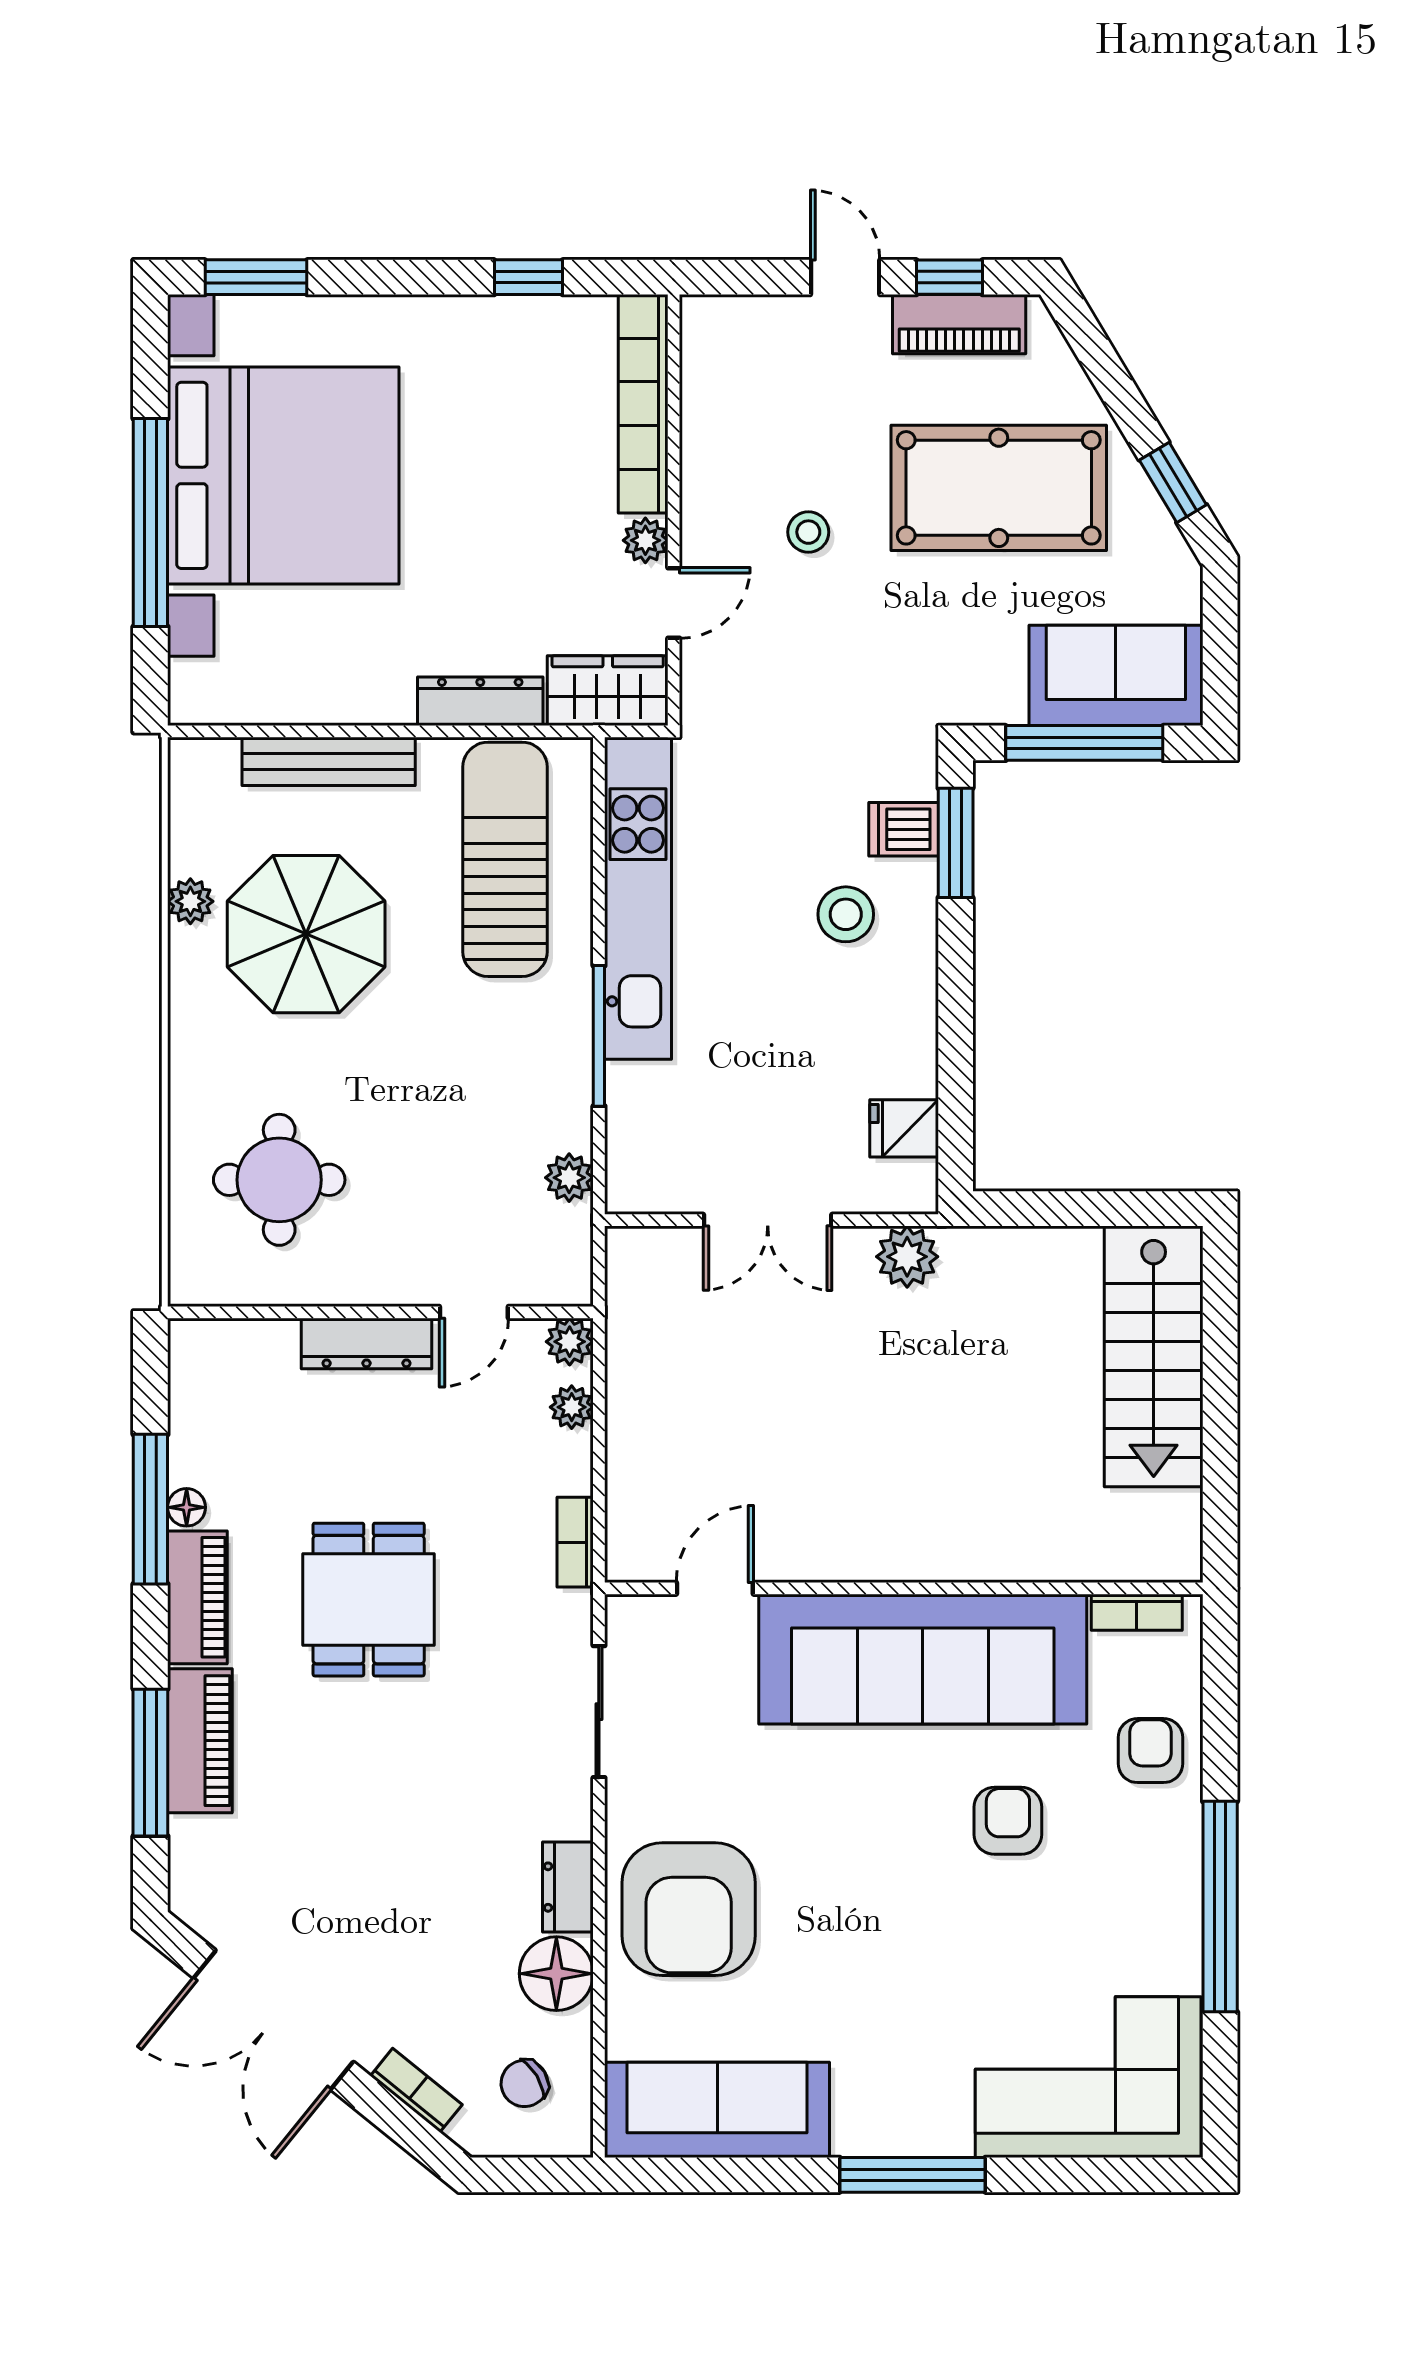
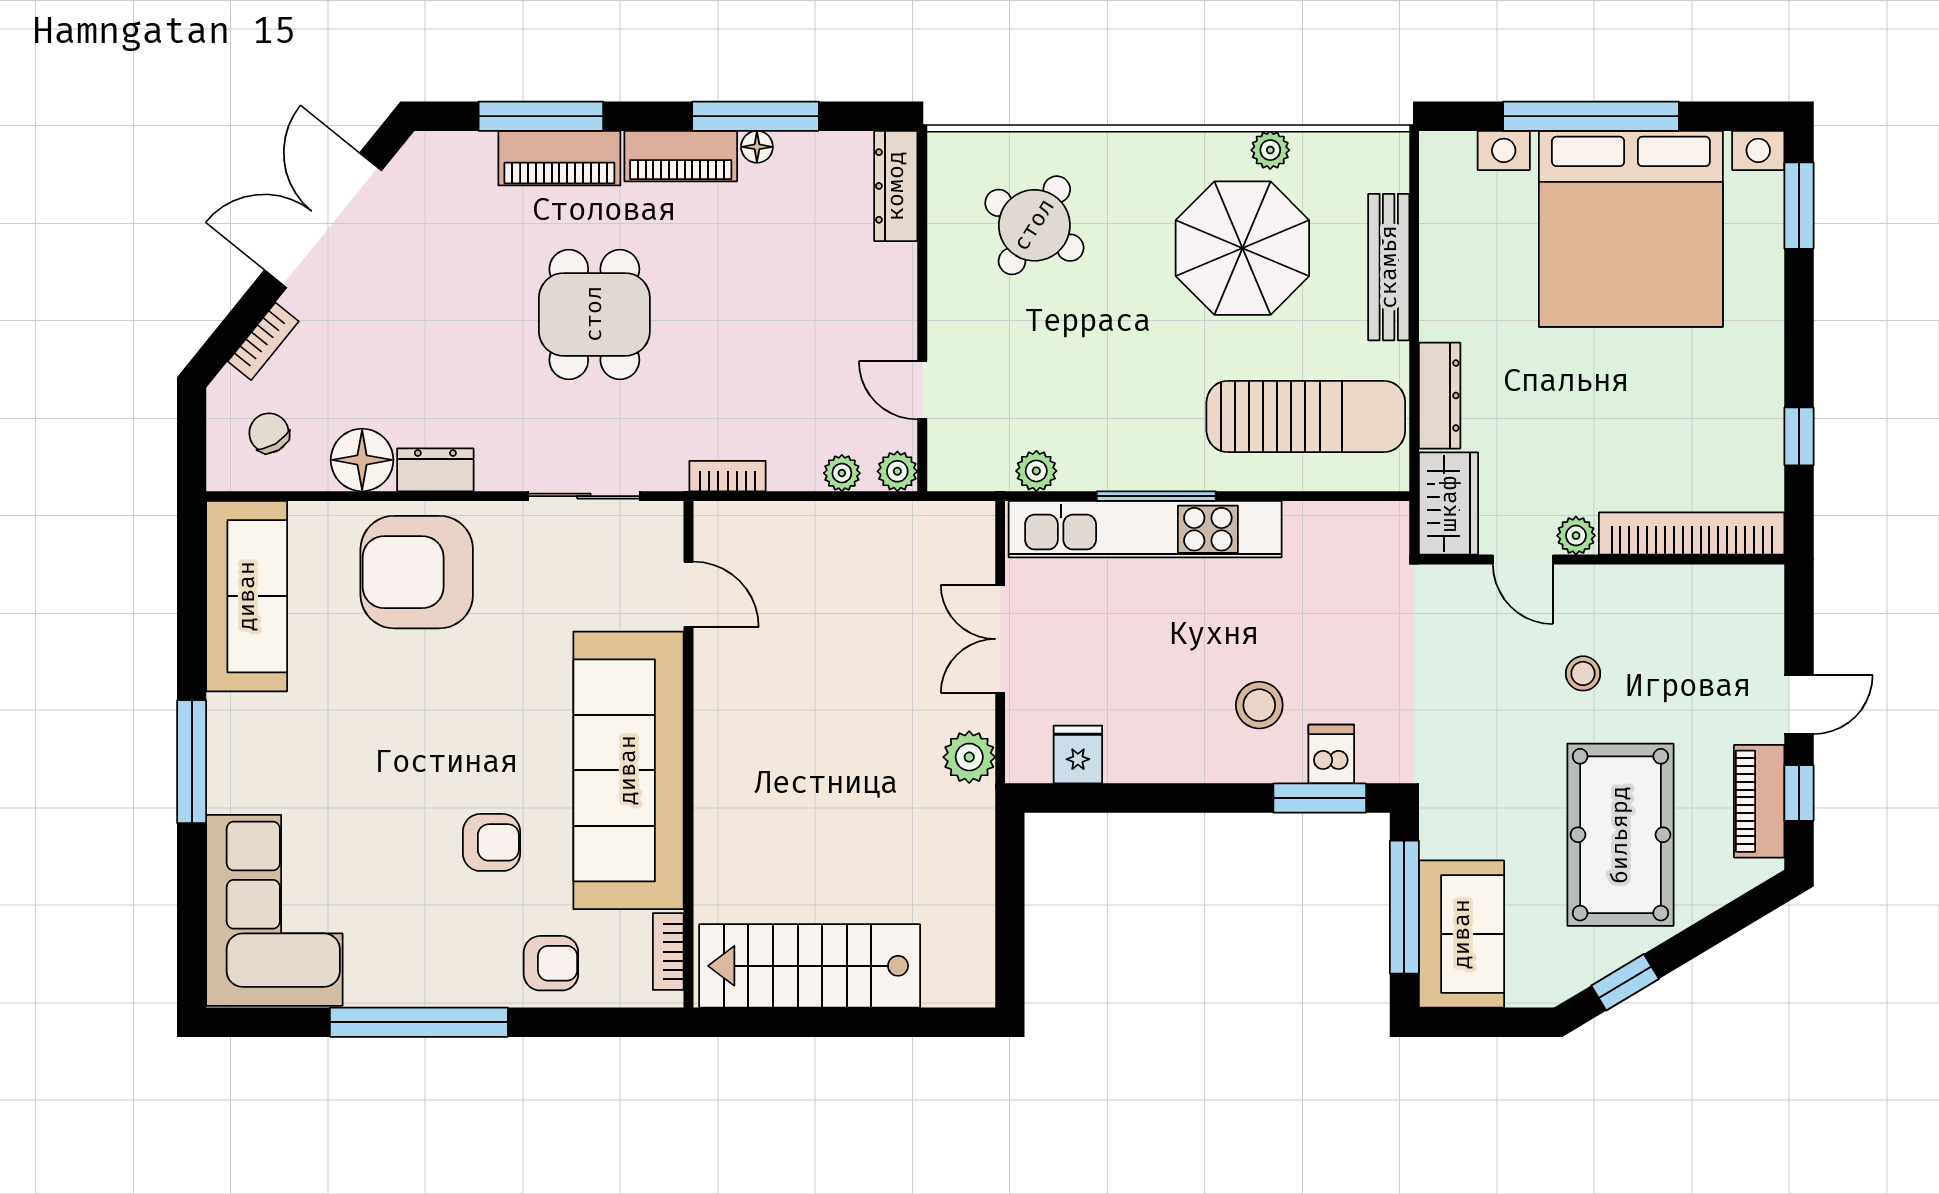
kitchen unit: (638, 898) -> (1145, 529), moved
round table: (279, 1180) -> (1034, 225), turned 32
dresser: (367, 1343) -> (896, 186), moved
stairs: (1154, 1356) -> (810, 966), moved
dining table: (369, 1600) -> (594, 314), moved, turned 90

